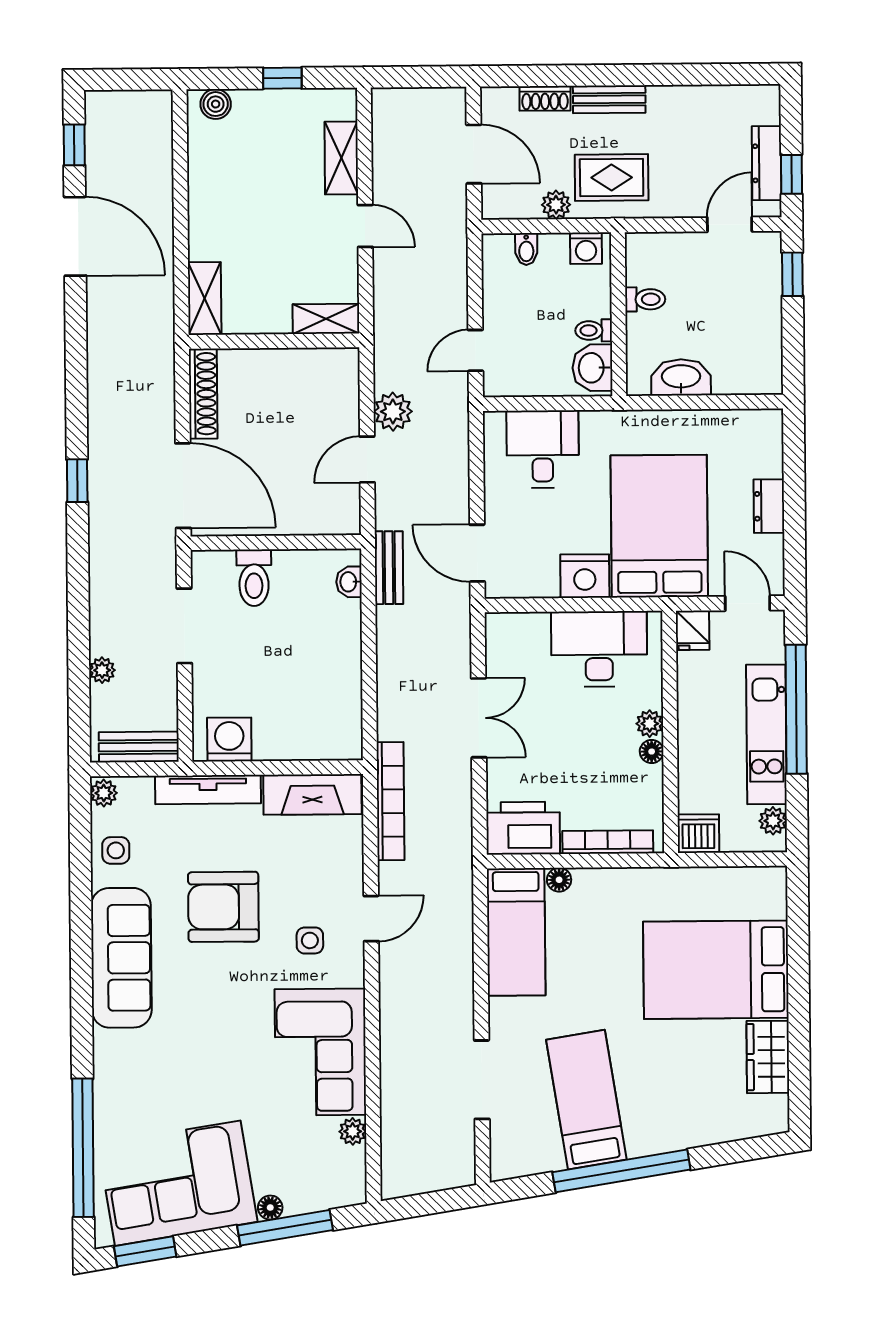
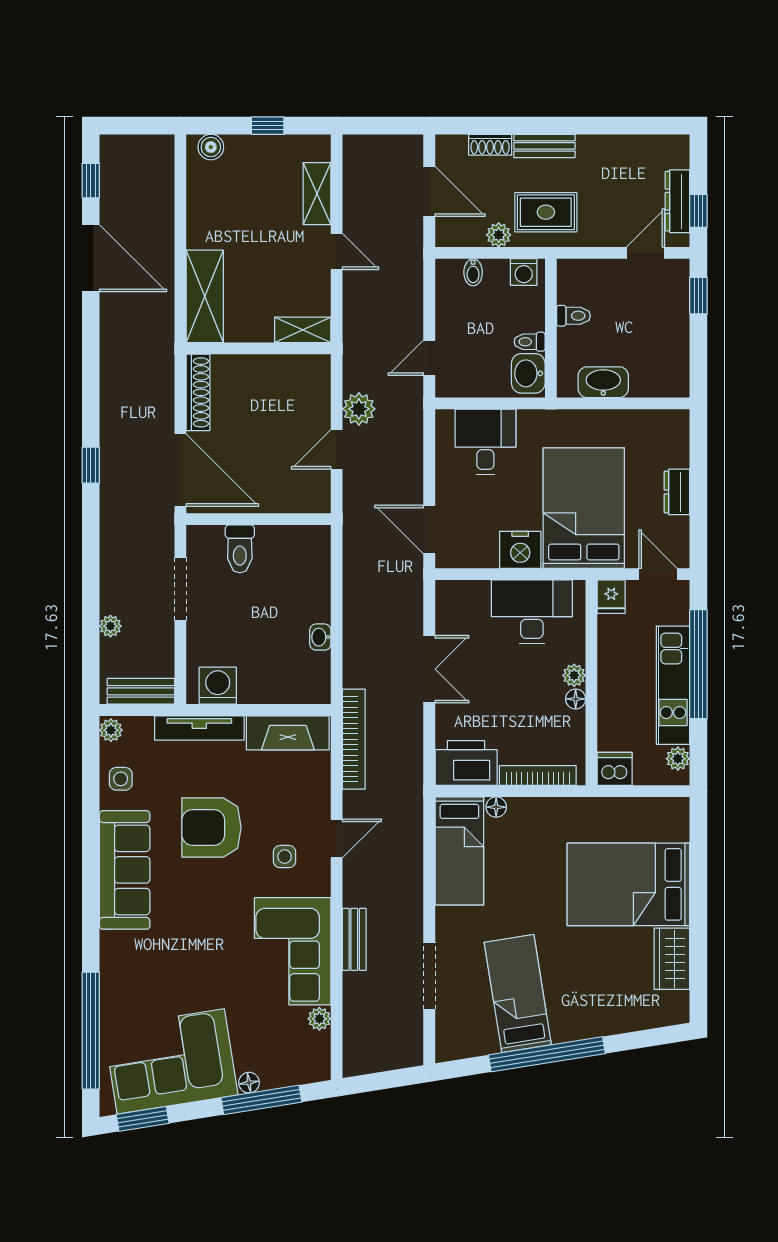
shelving: (205, 298) -> (205, 296), width x1.50, depth x1.33
bench: (389, 568) -> (354, 939), moved
washbasin: (349, 582) -> (320, 637), moved

